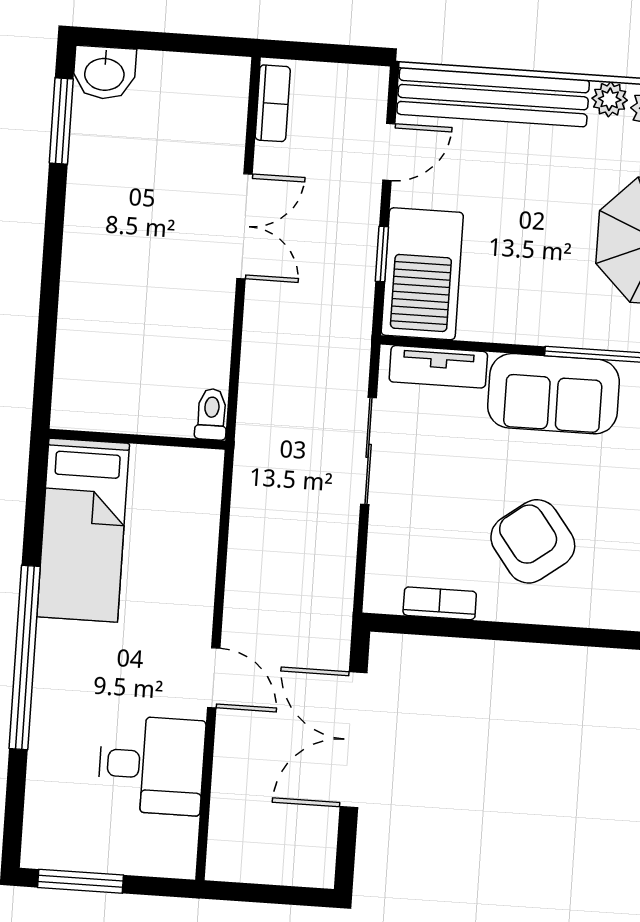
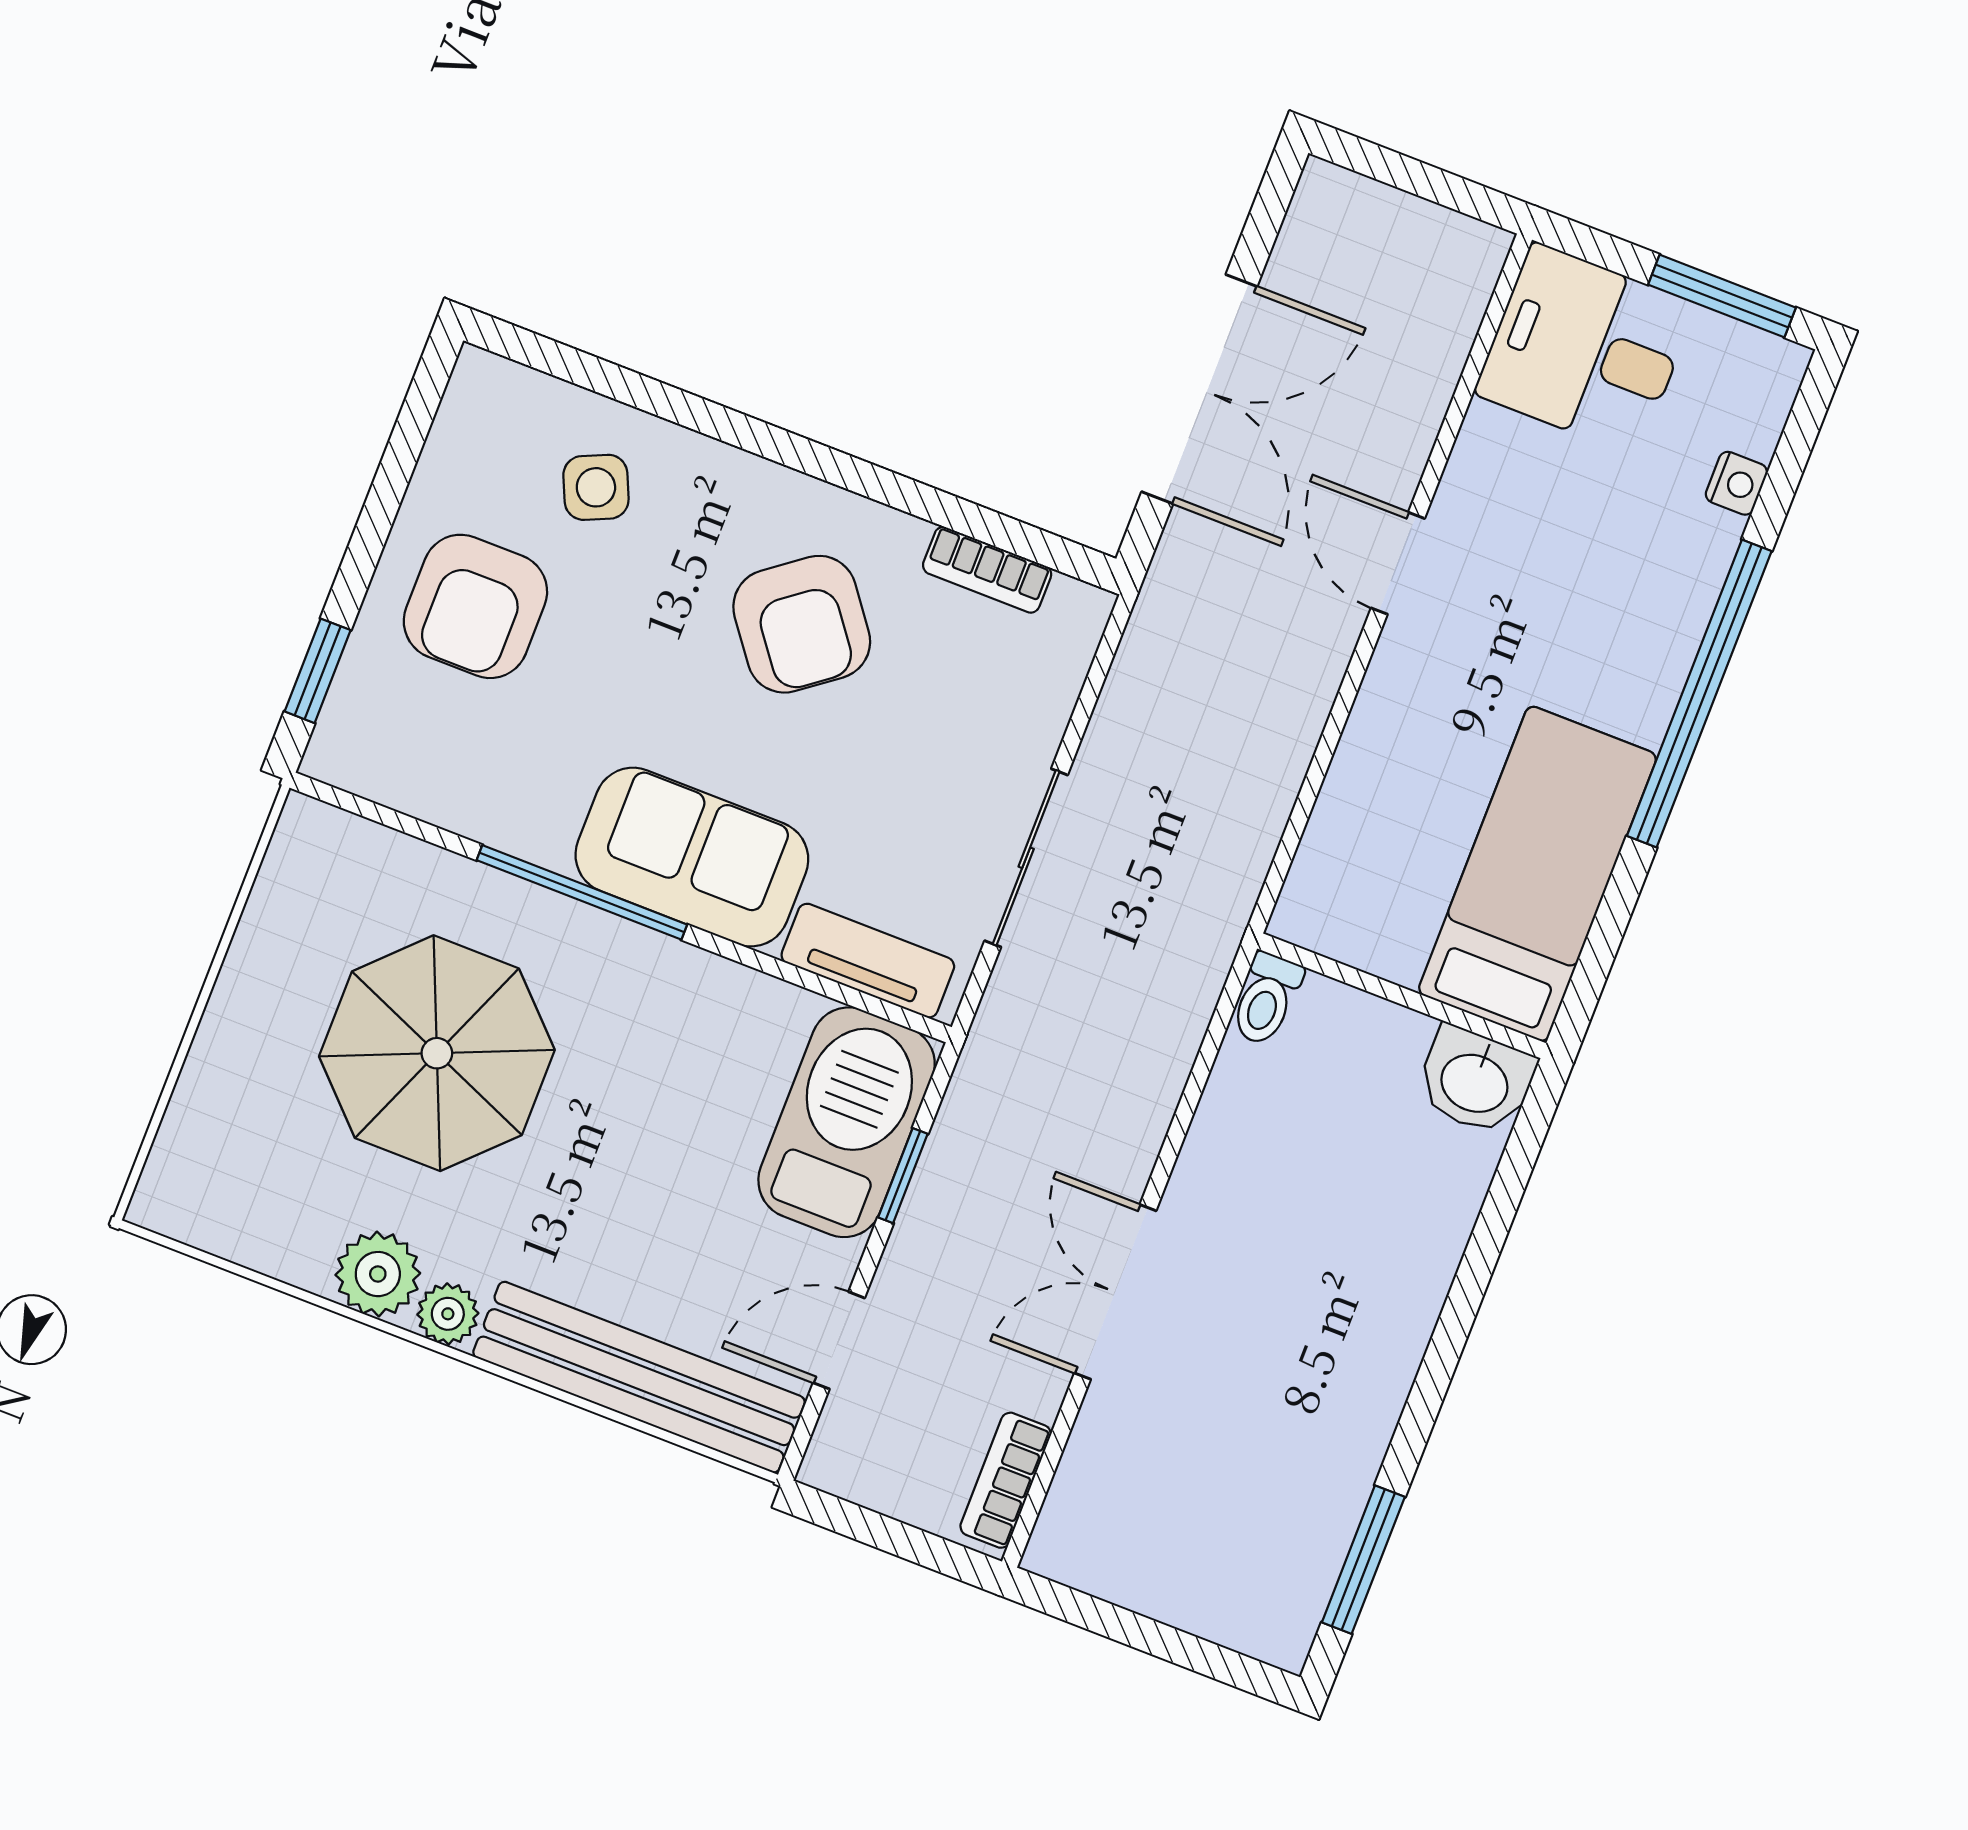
washbasin: (104, 73) -> (1475, 1081), moved, turned 180
desk: (151, 765) -> (1585, 349), moved
nightstand: (40, 780) -> (1736, 483), added

